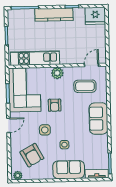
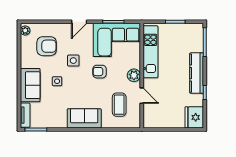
door: (91, 65) -> (142, 96), moved
door: (8, 125) -> (79, 22), hinge flipped
armchair: (32, 155) -> (47, 46), turned -151

